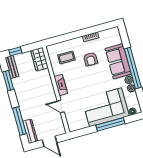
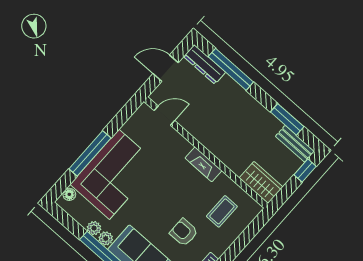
door: (61, 106) -> (164, 116), moved

